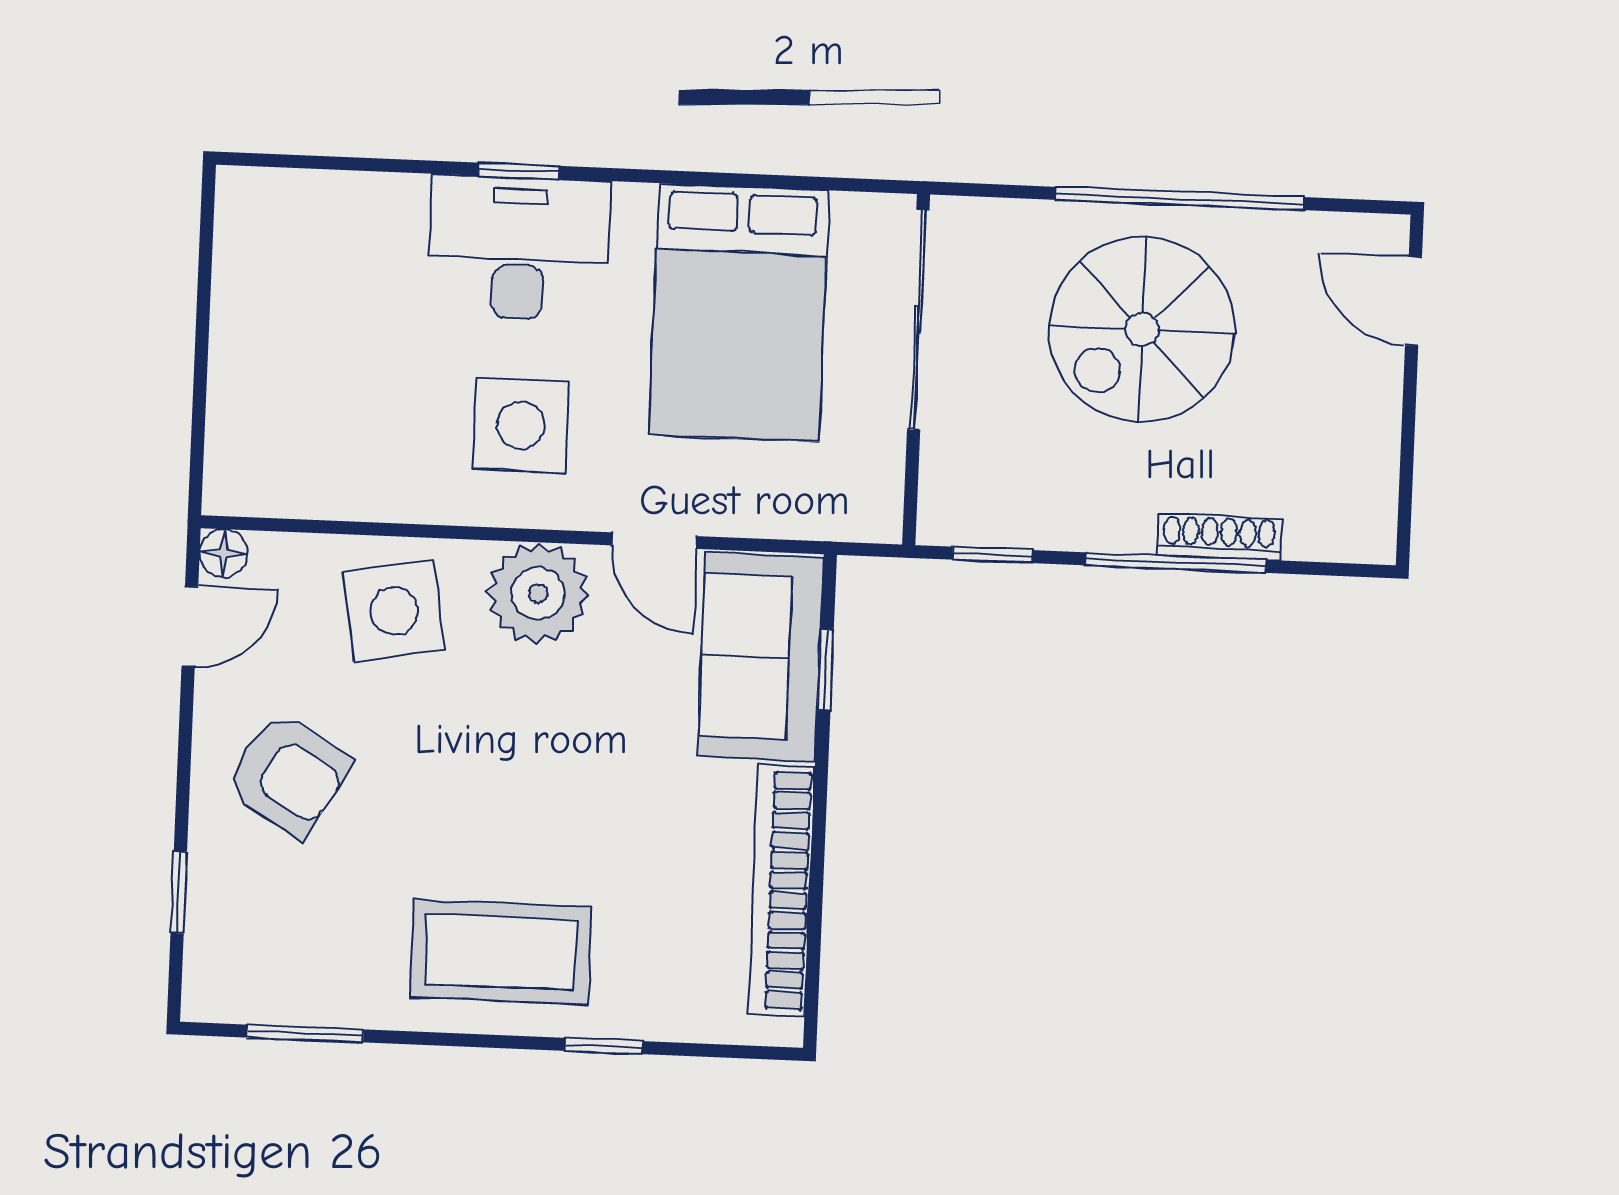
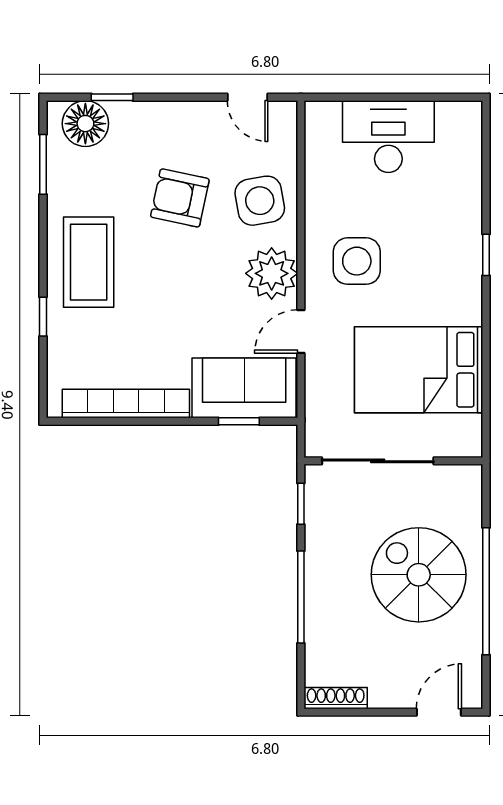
desk: (519, 248) -> (388, 137), moved, turned -90
sliding door: (918, 320) -> (378, 461), moved
shoe rack: (1219, 537) -> (336, 698), moved, turned -90
floor lamp: (223, 553) -> (85, 124), moved, width x1.89, depth x1.89
armchair: (288, 774) -> (180, 198), moved, turned 71

